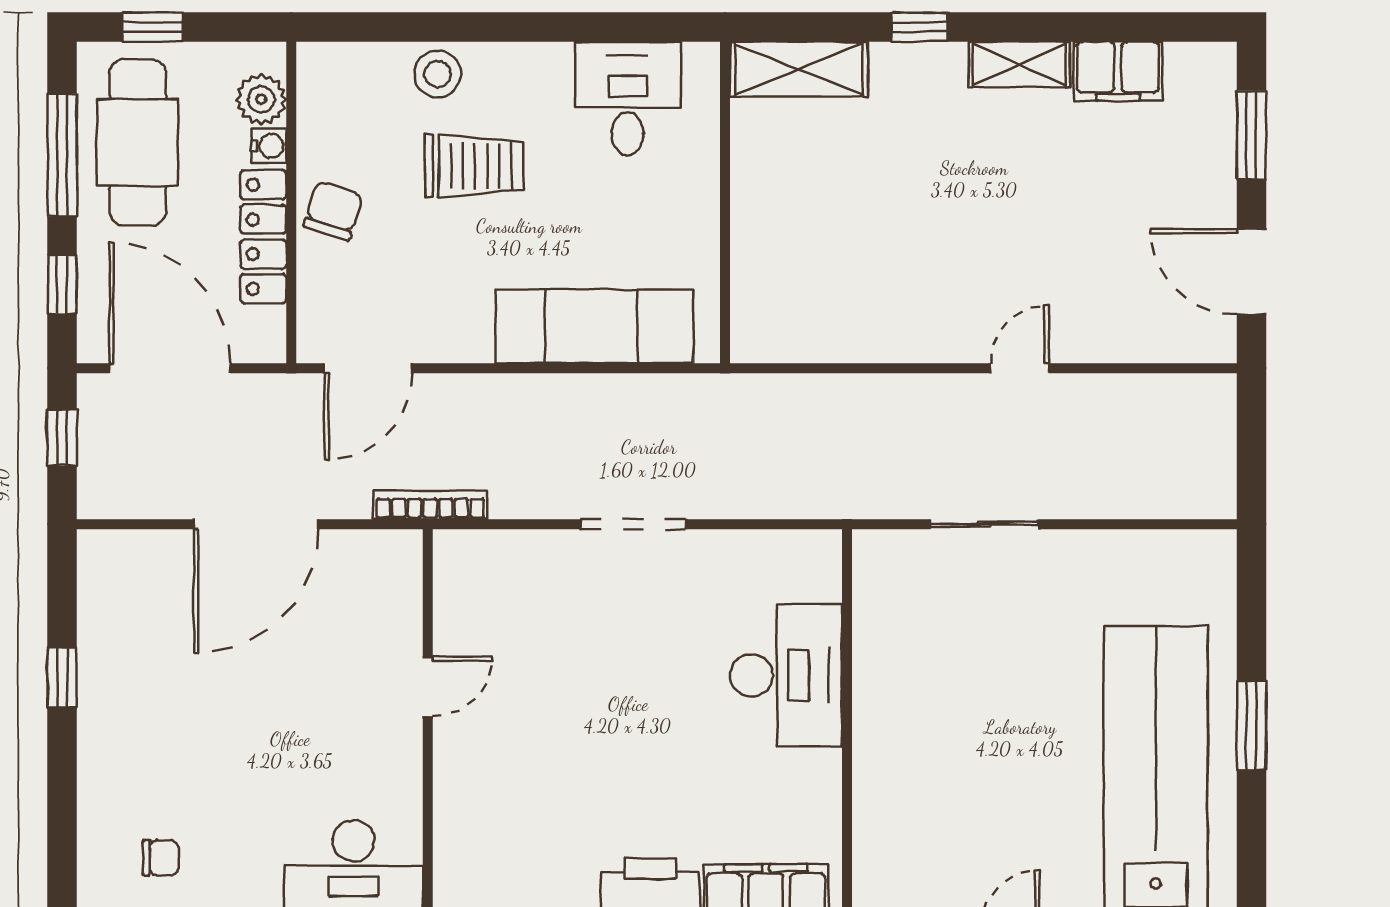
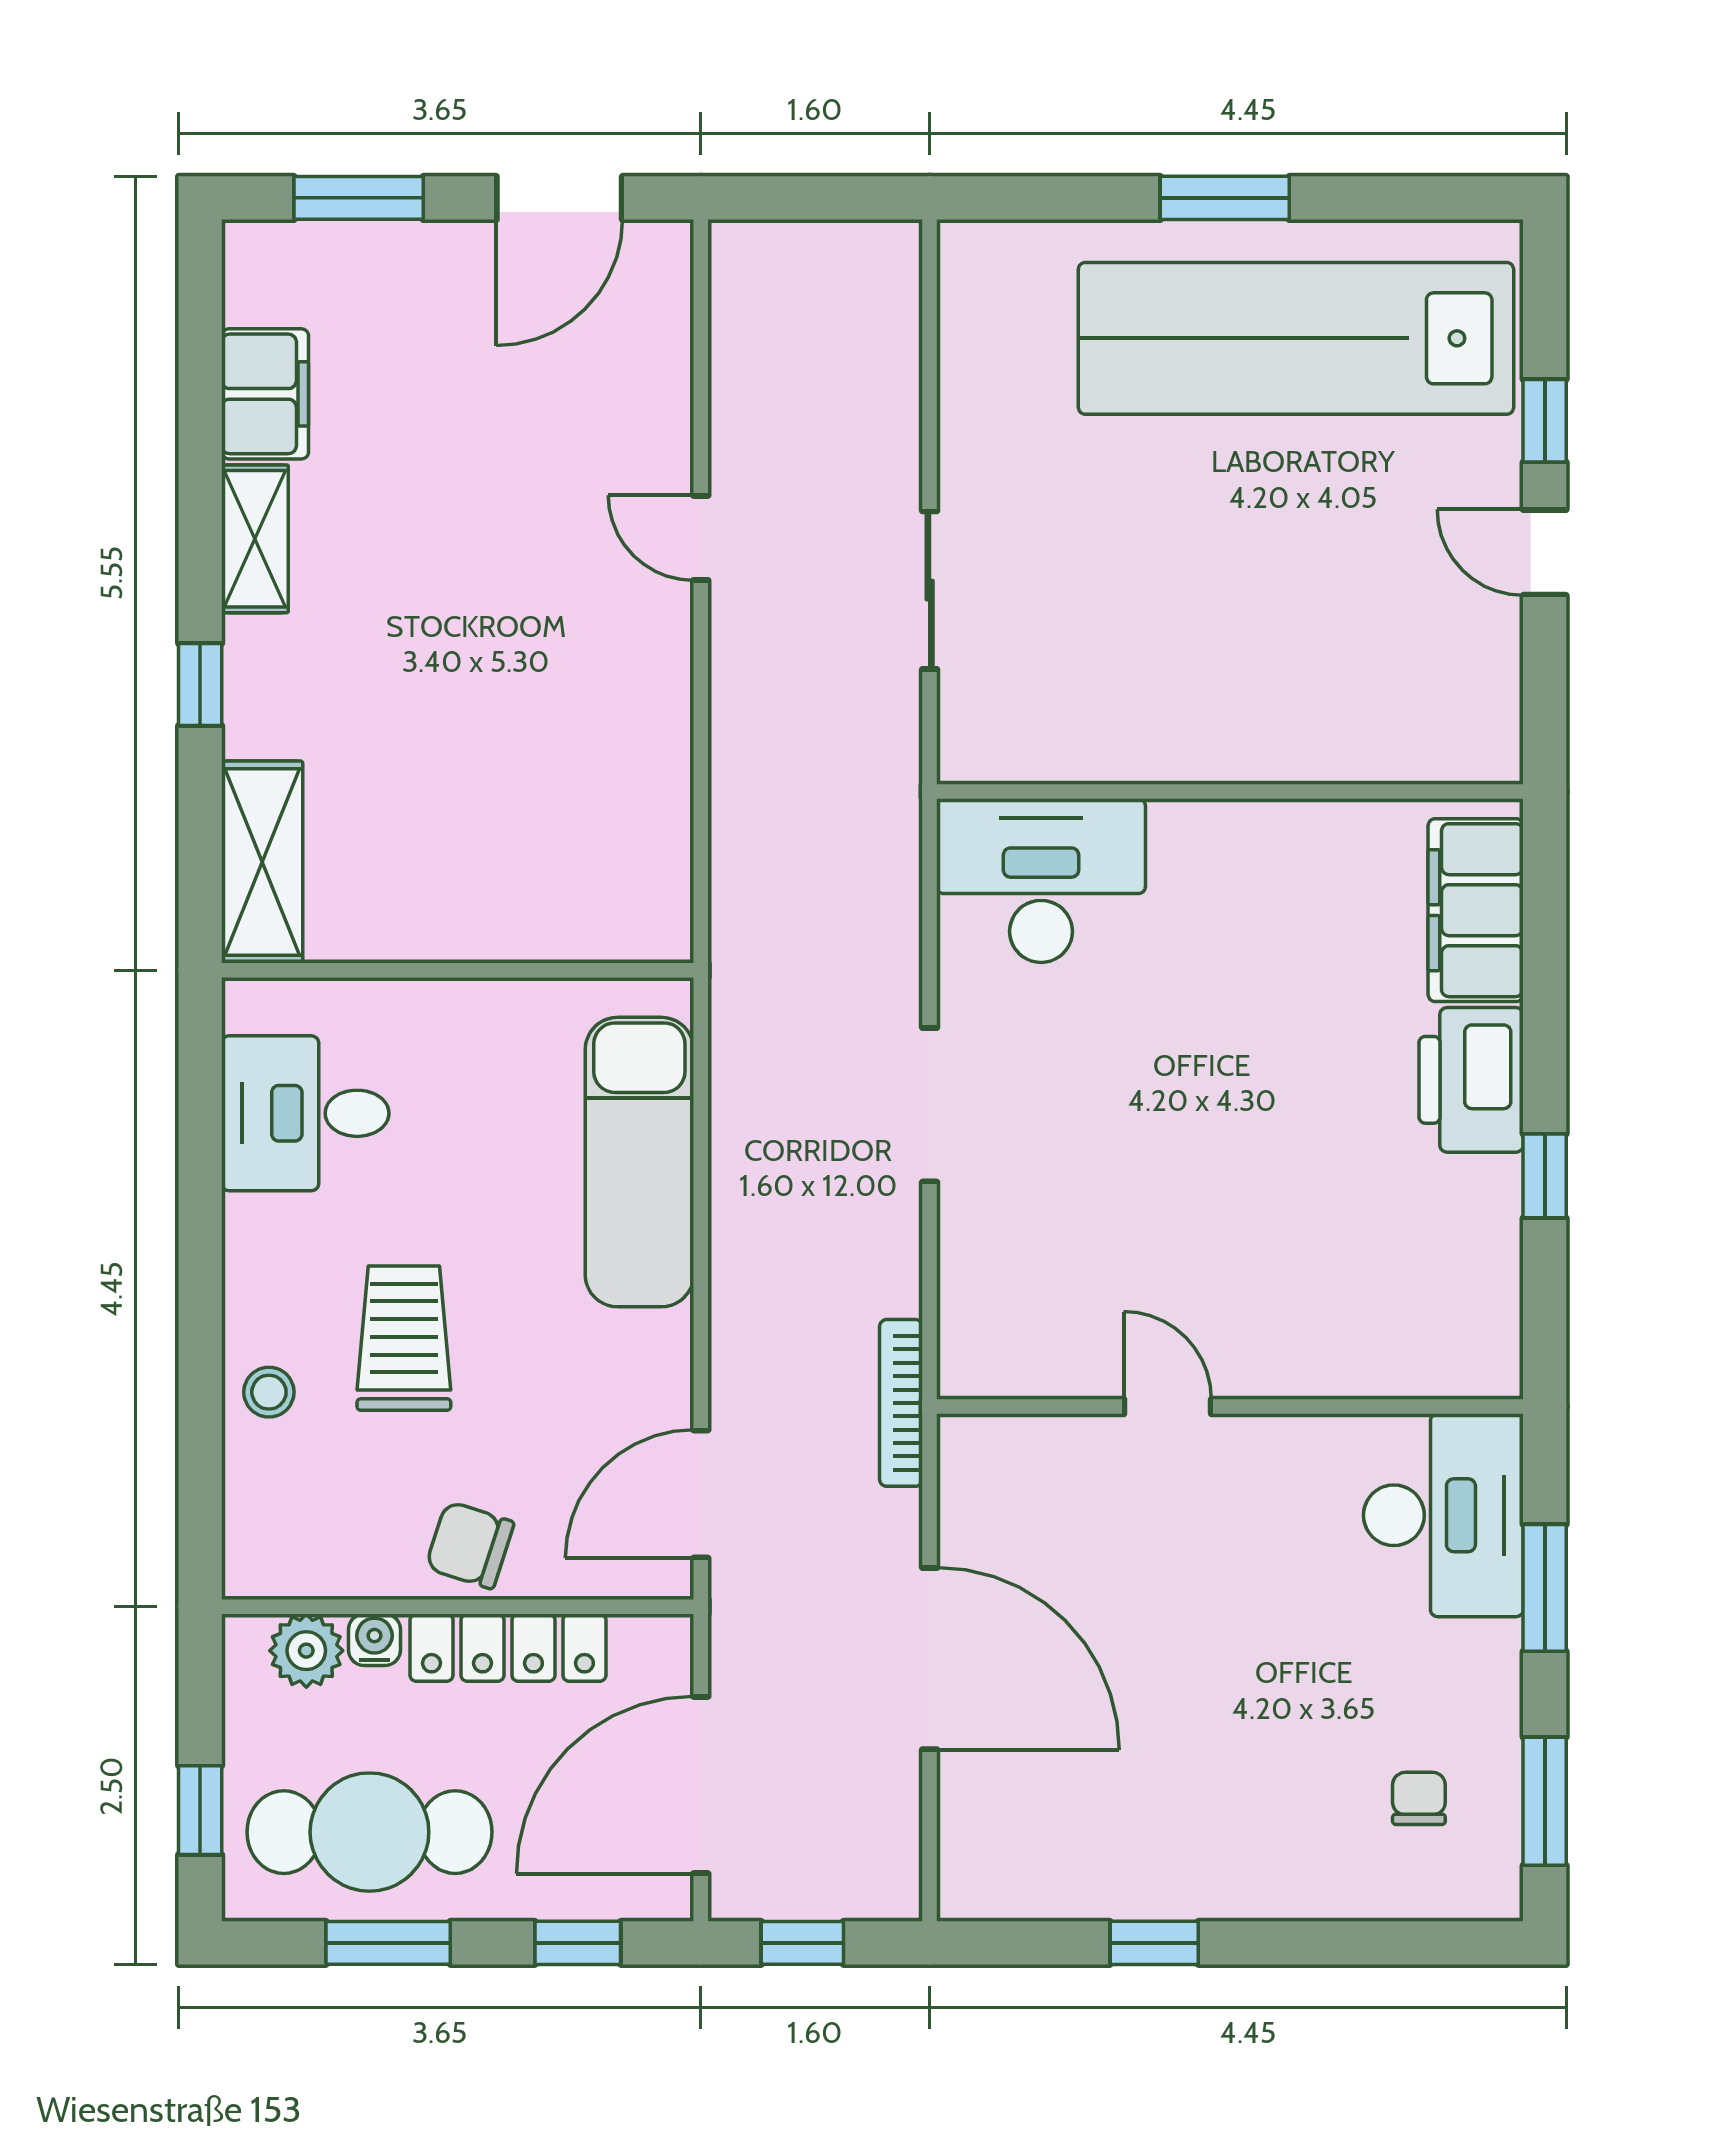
stool: (437, 74) -> (269, 1392), width x0.73, depth x0.73
window: (62, 155) -> (388, 1943), width x0.69
door: (368, 368) -> (701, 1494), swing flipped
desk: (786, 675) -> (1041, 881), moved

